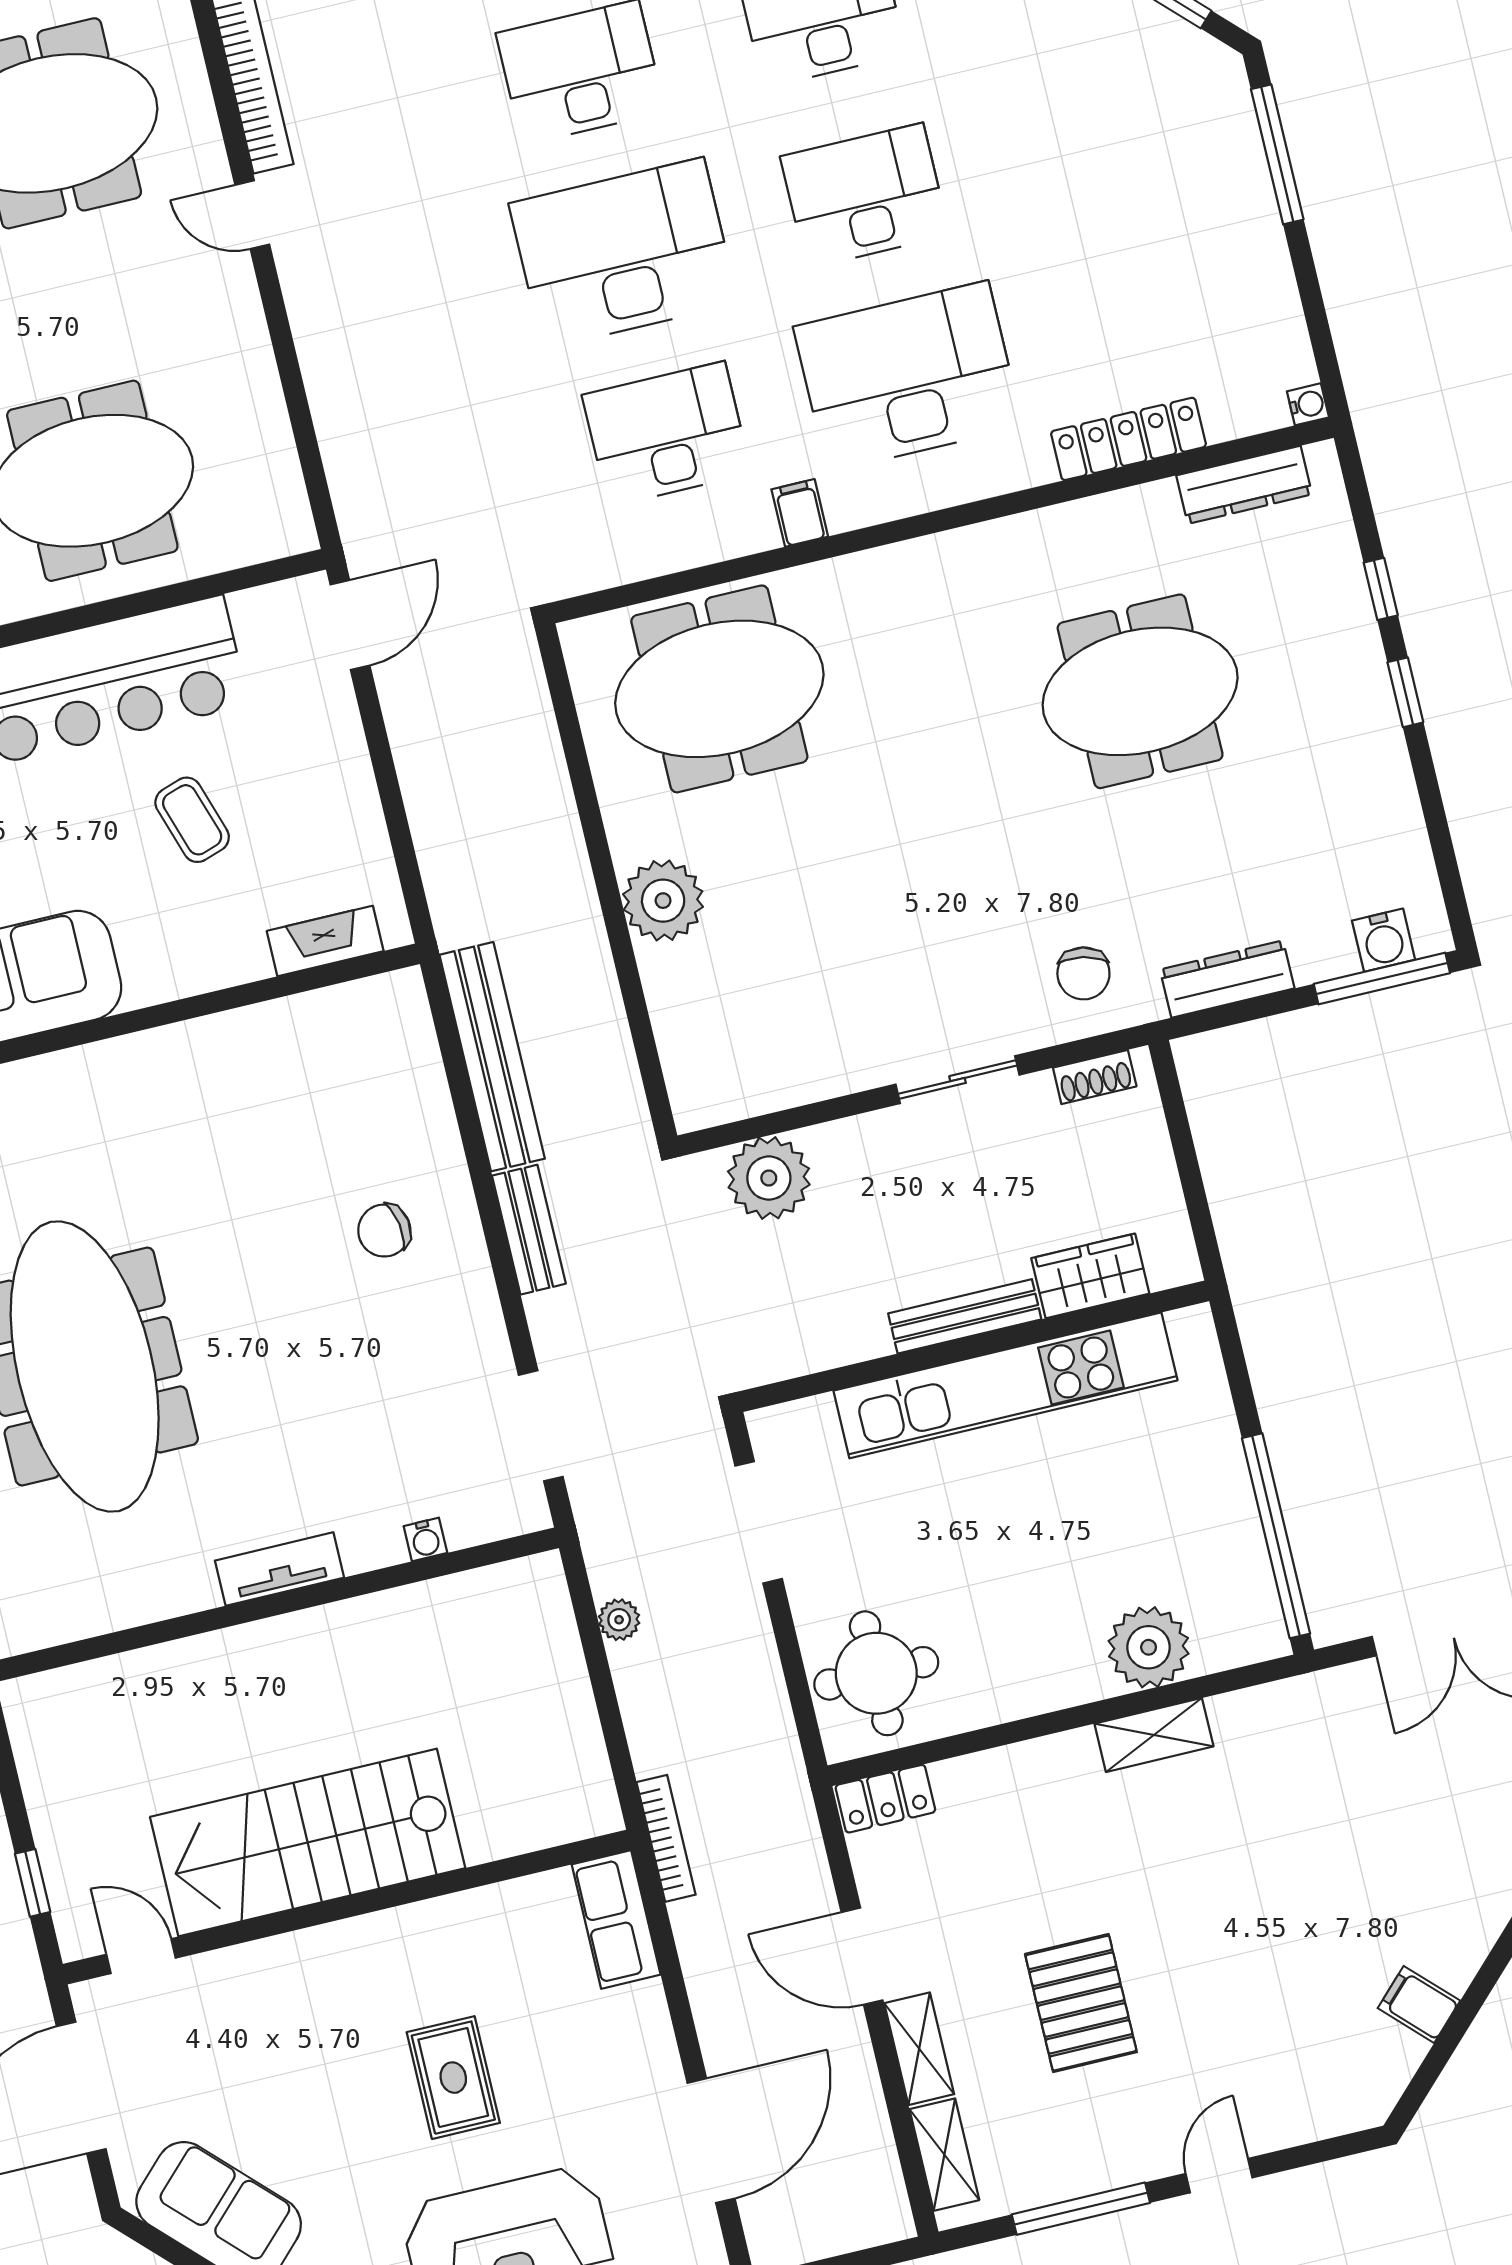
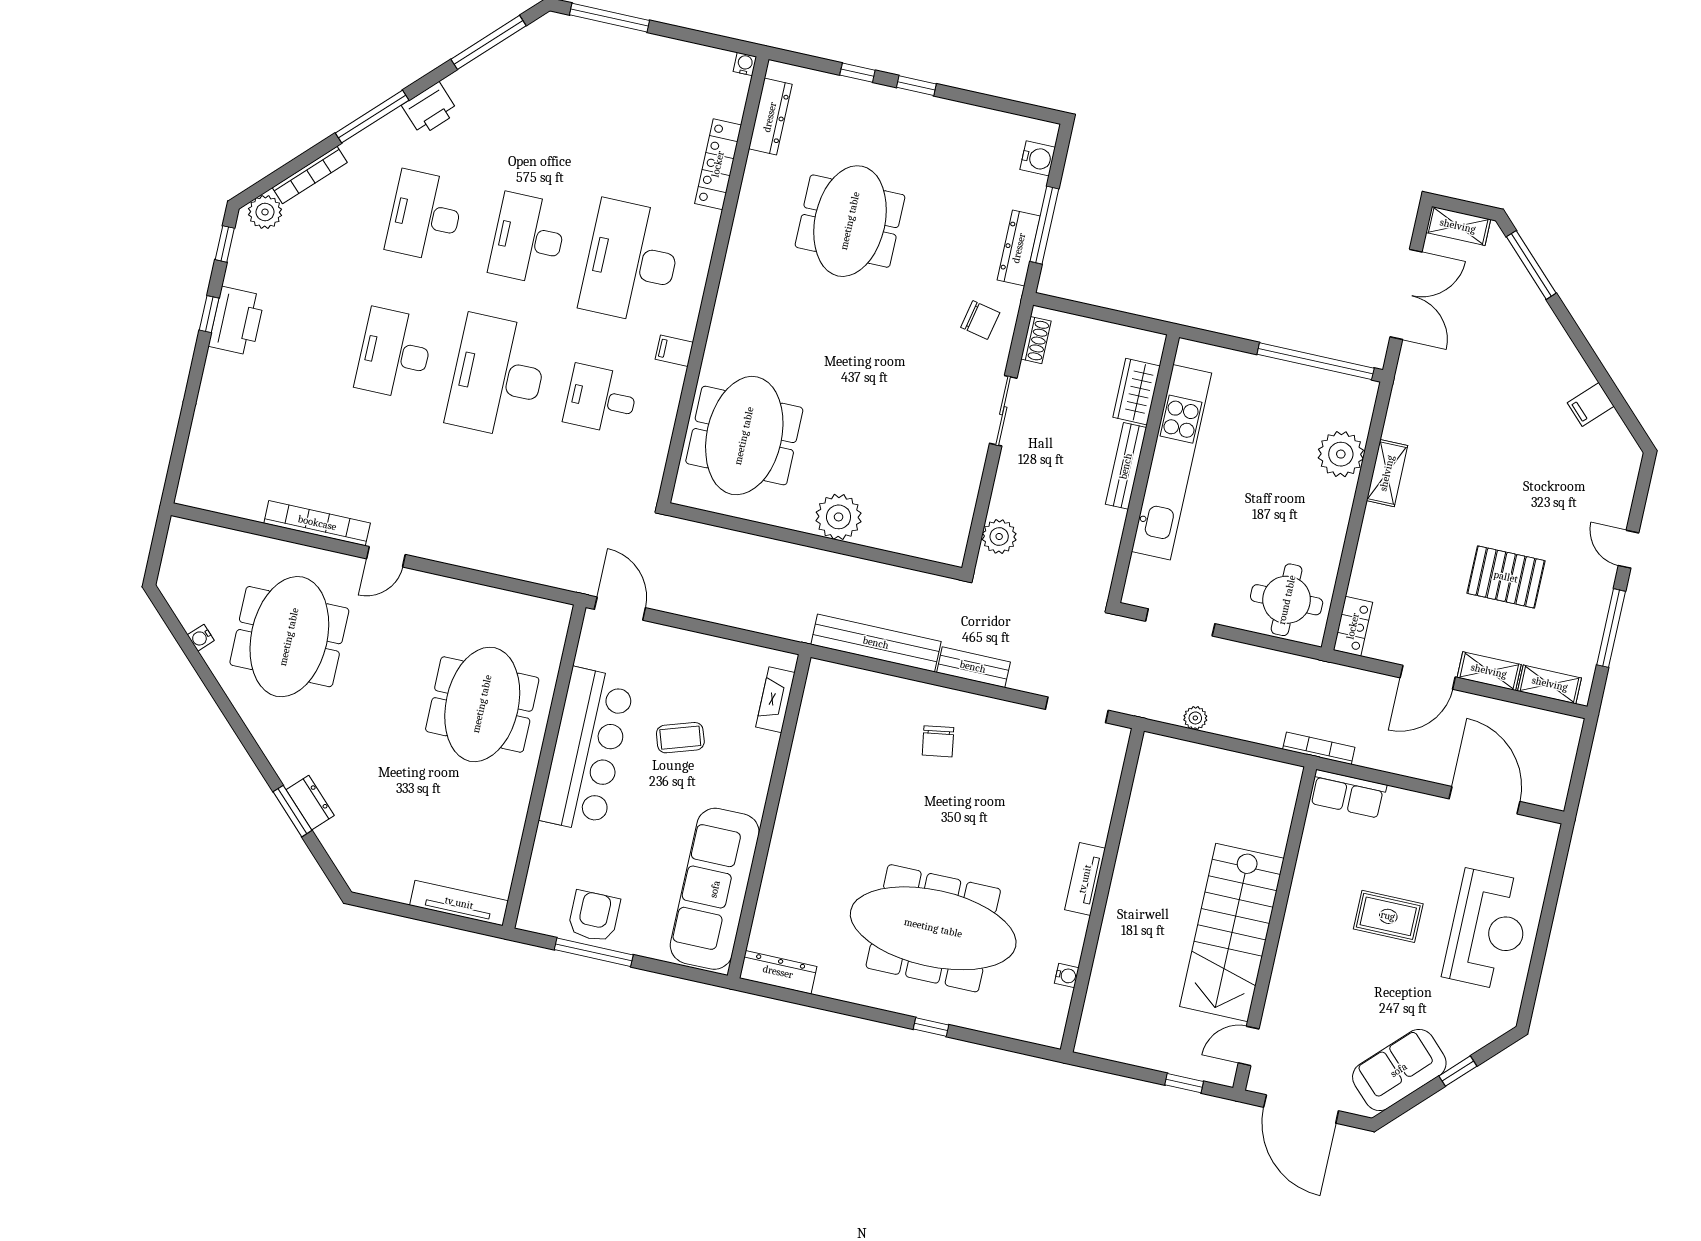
desk: (667, 434) -> (601, 399), width x0.73
window: (1382, 978) -> (1044, 225), moved
plant: (769, 1178) -> (999, 537), width x0.73, depth x0.73
water cooler: (425, 1539) -> (1067, 976), moved

